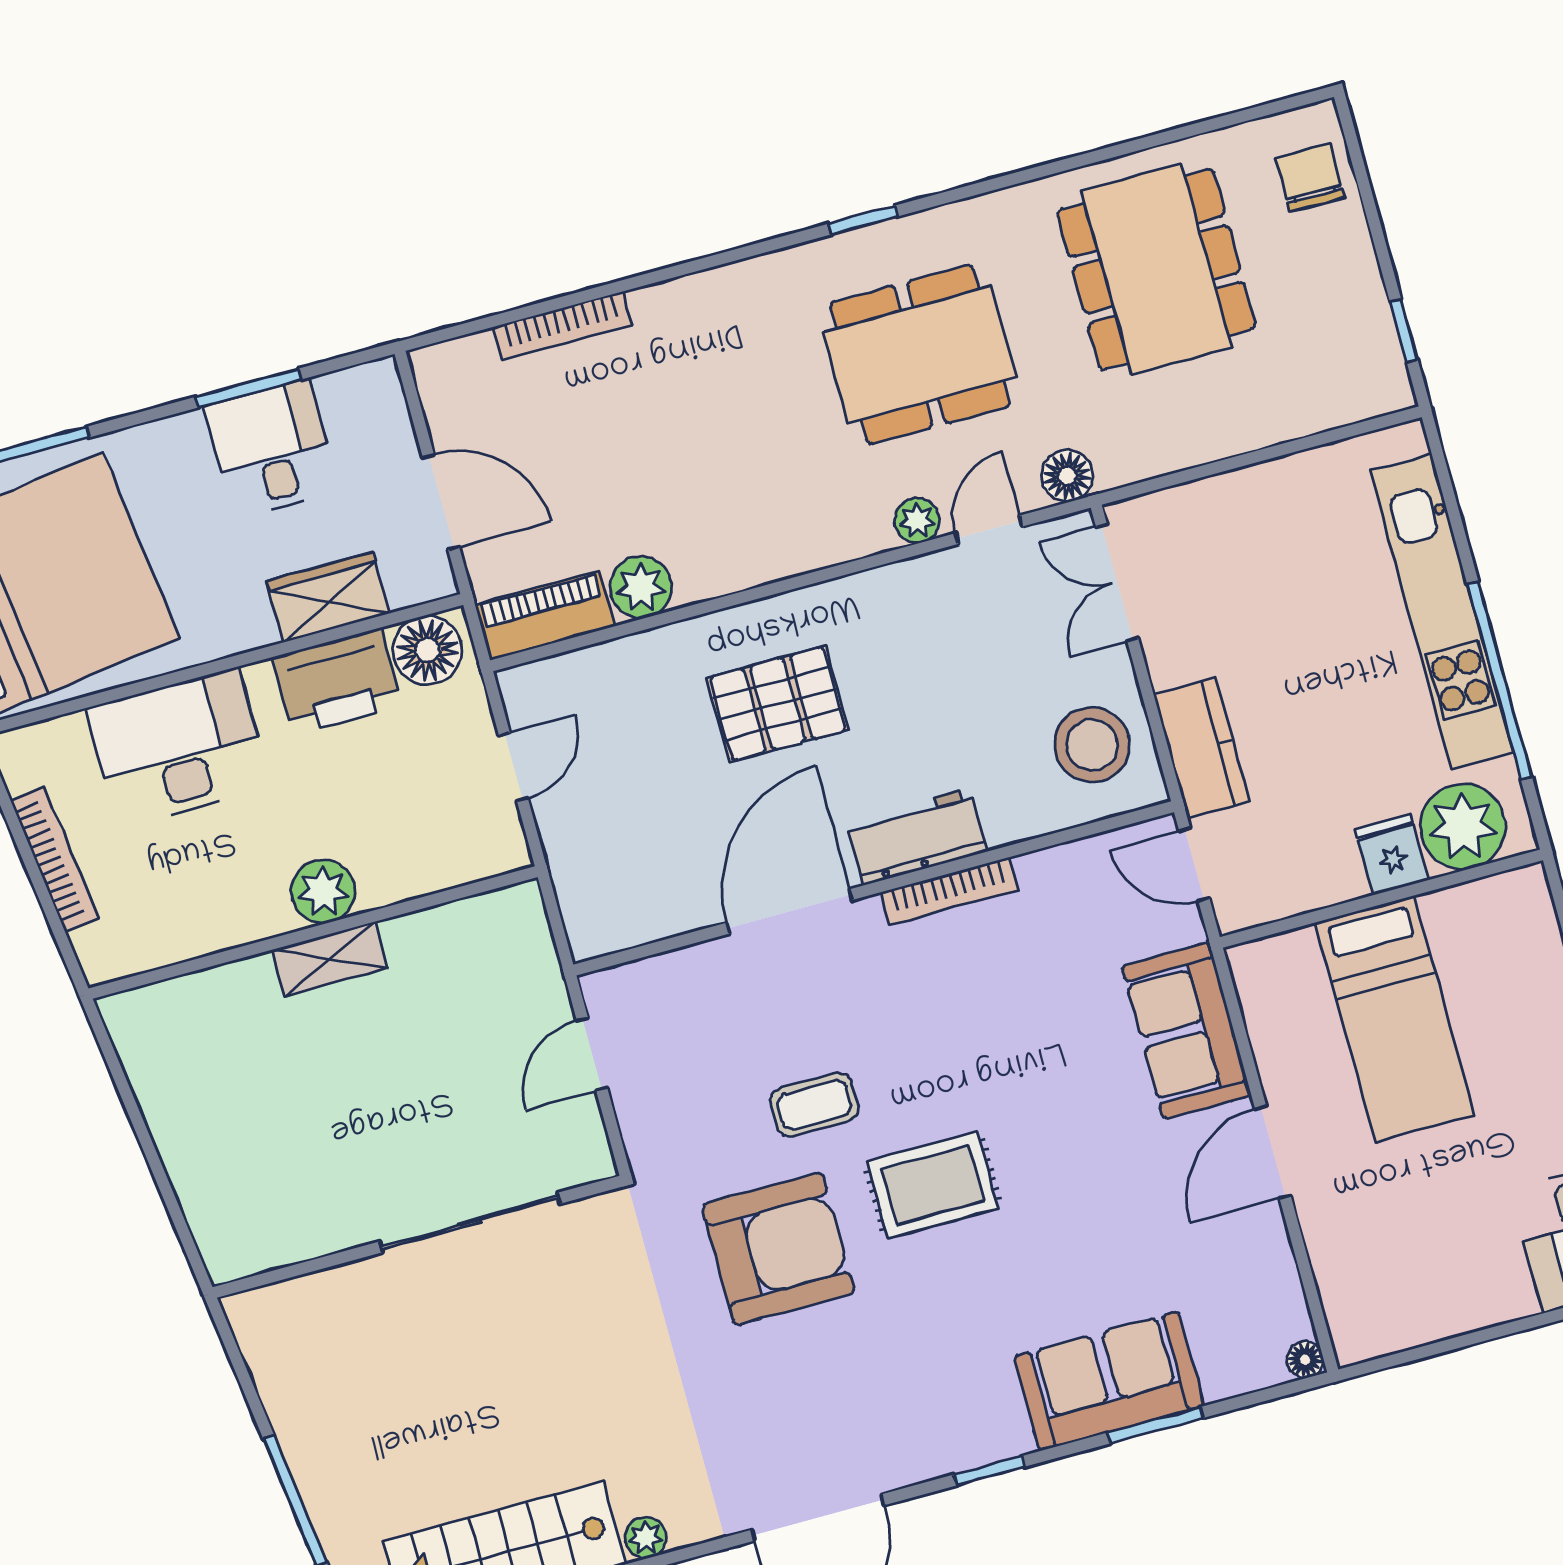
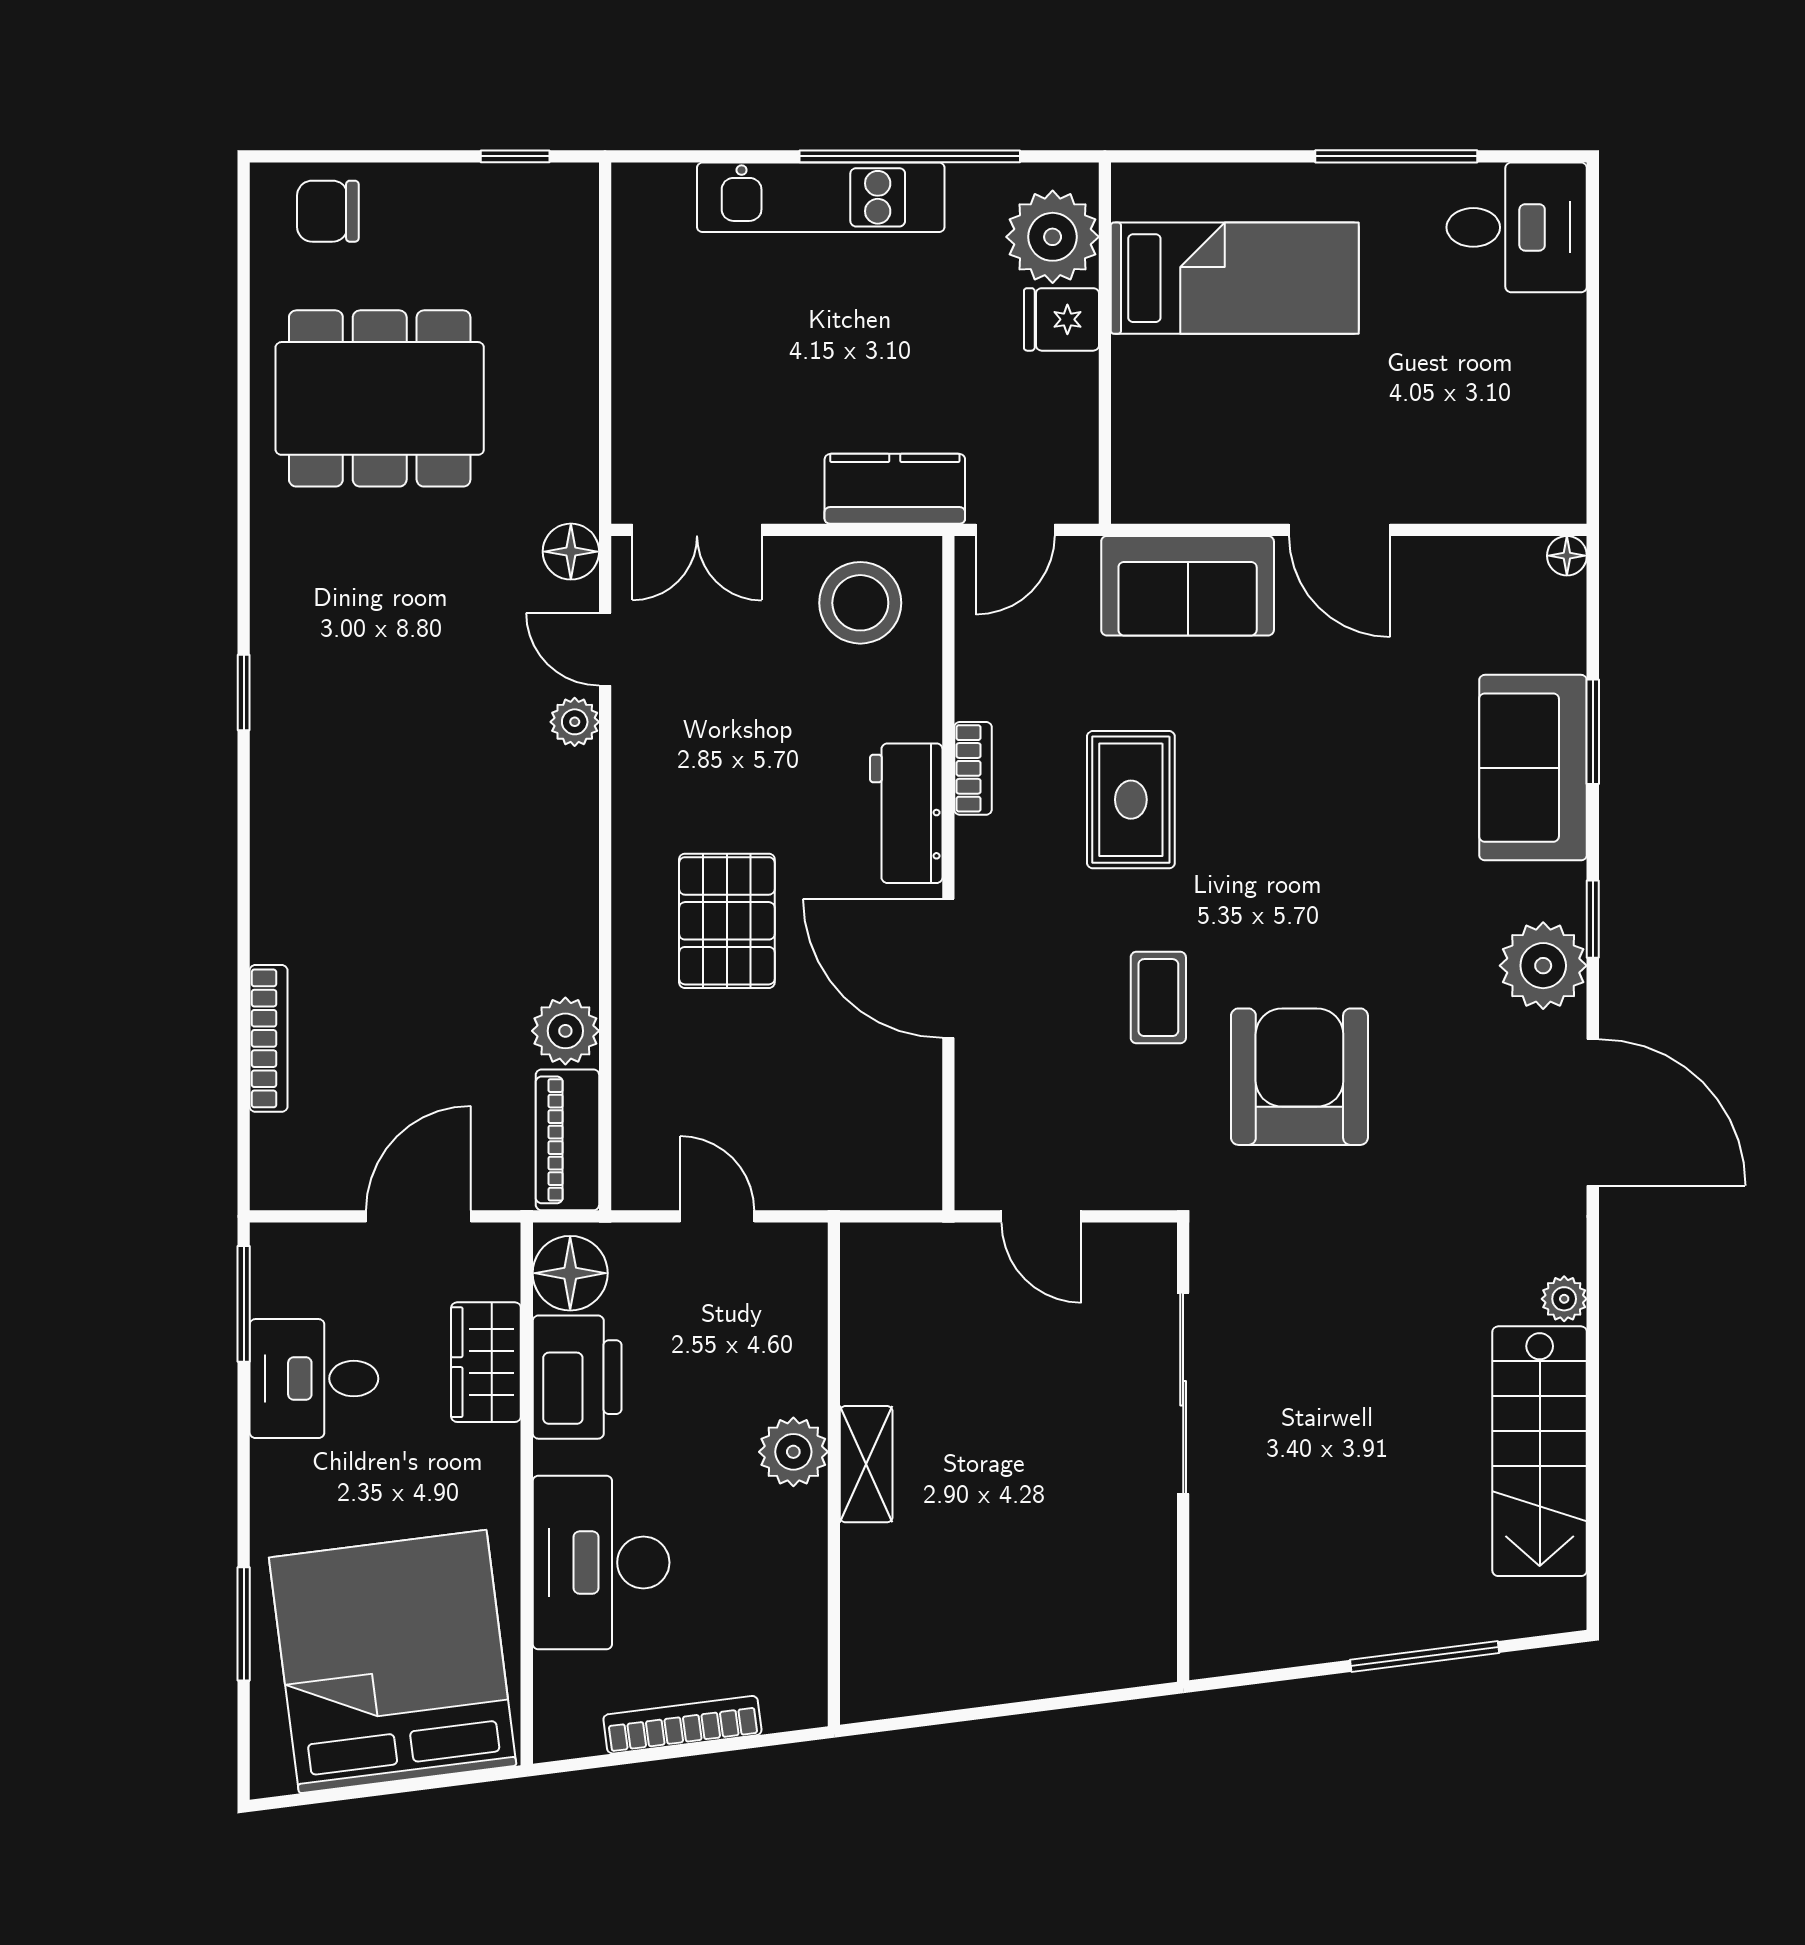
dining table: (920, 355) -> (401, 671), removed
window: (249, 388) -> (244, 1304), moved
kitchen unit: (1442, 611) -> (821, 197), width x0.73
bookcase: (949, 891) -> (973, 768), width x0.64
bed: (1395, 1019) -> (1235, 278), moved
rug: (933, 1185) -> (1131, 800), moved
plant: (936, 1438) -> (1543, 966), added

